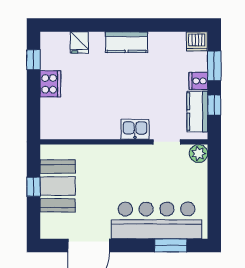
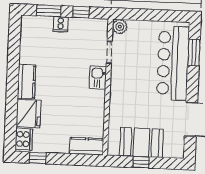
dishwasher: (197, 41) -> (28, 24), removed
fridge: (79, 42) -> (28, 114), width x1.88, depth x1.34
cooker: (50, 84) -> (24, 139), moved, turned 90
kitchen counter: (197, 111) -> (87, 146), moved, turned 180

